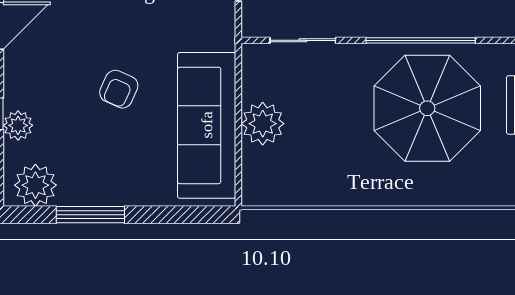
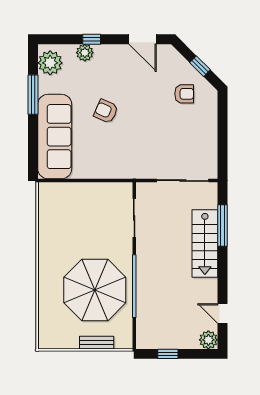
plant: (263, 124) -> (86, 195), removed
sofa: (207, 125) -> (55, 137), moved, turned 90

